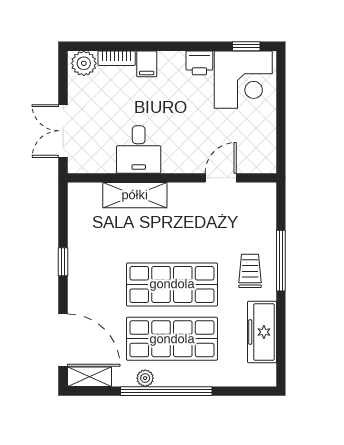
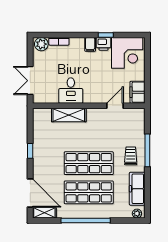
window: (246, 46) -> (106, 35), moved
filing cabinet: (147, 64) -> (90, 44), moved
filing cabinet: (262, 153) -> (137, 92), added
plant: (145, 378) -> (137, 214), moved

